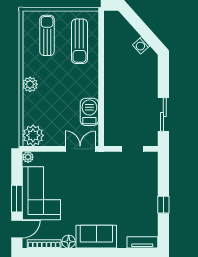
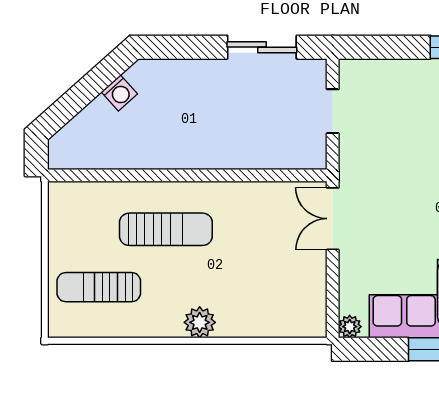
sun lounger: (79, 41) -> (166, 229), moved
barbecue: (89, 112) -> (256, 200), removed
plant: (33, 135) -> (305, 316), removed

